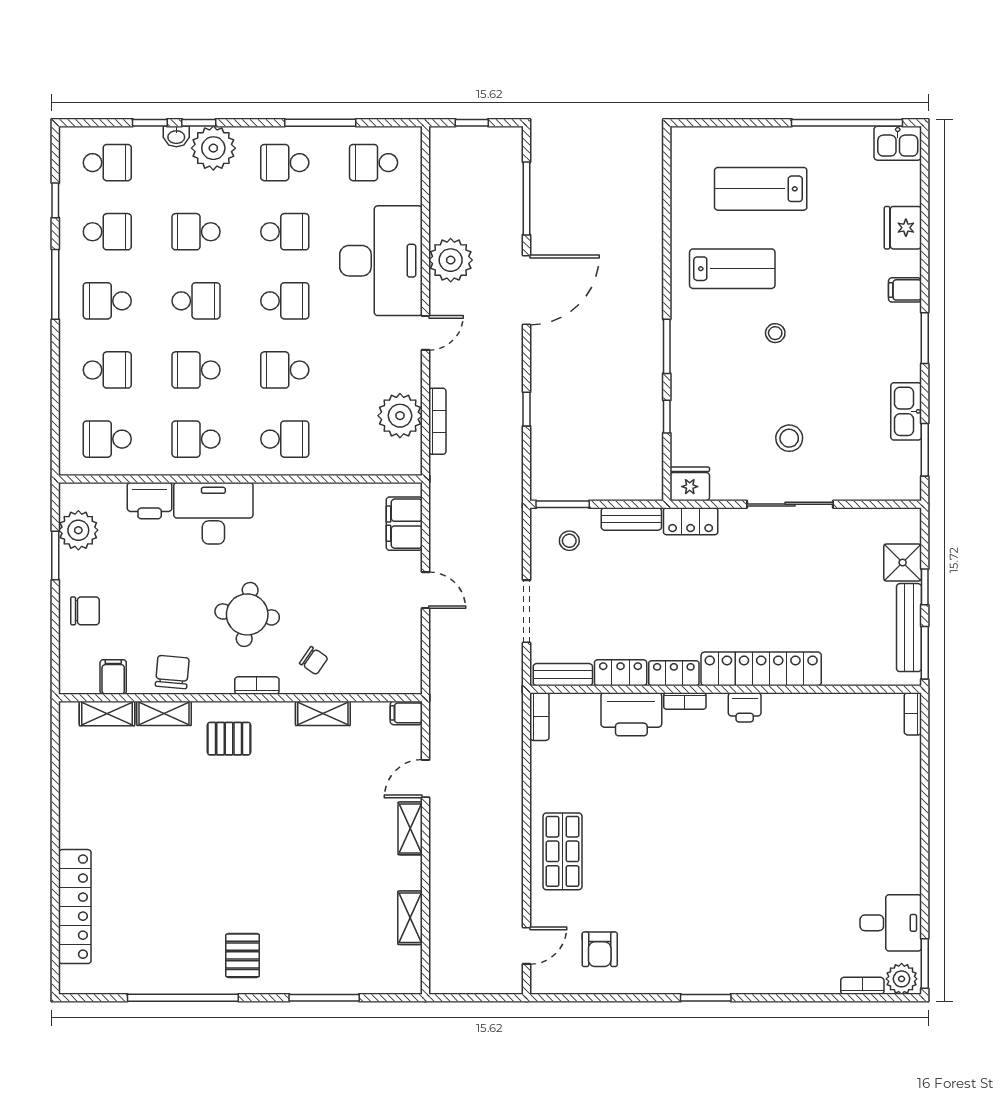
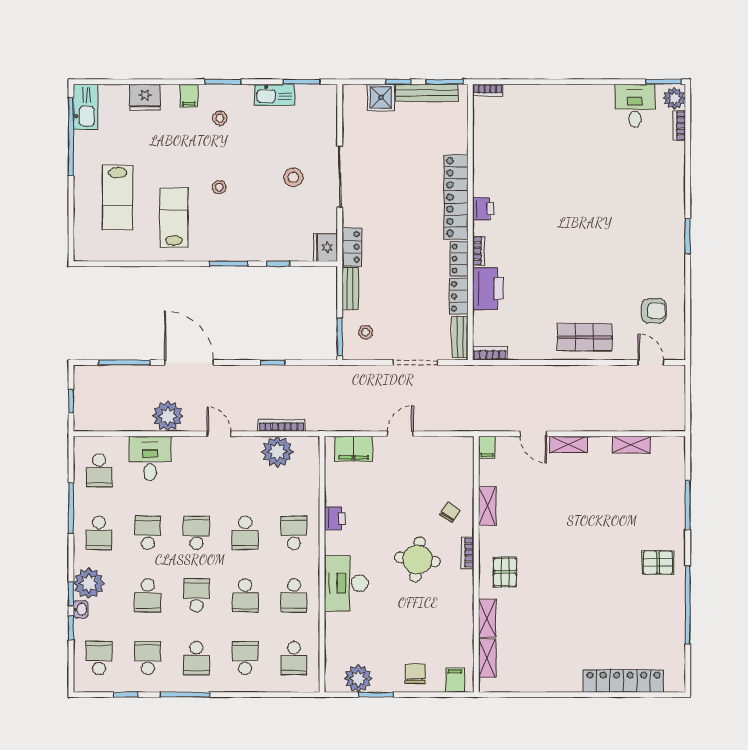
kitchen sink: (898, 143) -> (85, 107), width x1.38
desk: (381, 261) -> (150, 458), width x0.53, depth x0.77
stool: (873, 334) -> (220, 118), added
printer: (150, 501) -> (335, 519), moved, width x0.73, depth x0.81
chair: (172, 672) -> (458, 612), removed
filing cabinet: (113, 677) -> (455, 680), moved, turned 90

